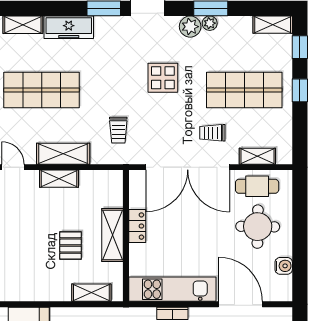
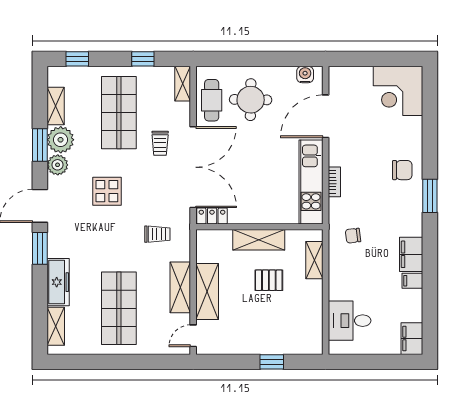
plant: (210, 23) -> (61, 140), width x1.87, depth x1.87
shelving: (273, 25) -> (56, 106), moved
window: (300, 90) -> (143, 59), moved
shelving: (257, 156) -> (183, 84), moved
shelving: (59, 179) -> (207, 291), width x1.50, depth x1.33
locker: (137, 226) -> (212, 216), moved
water cooler: (284, 266) -> (305, 75), moved

